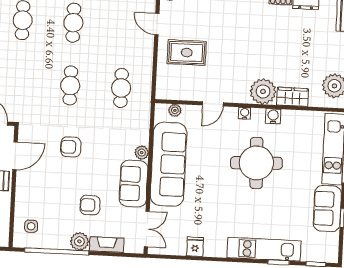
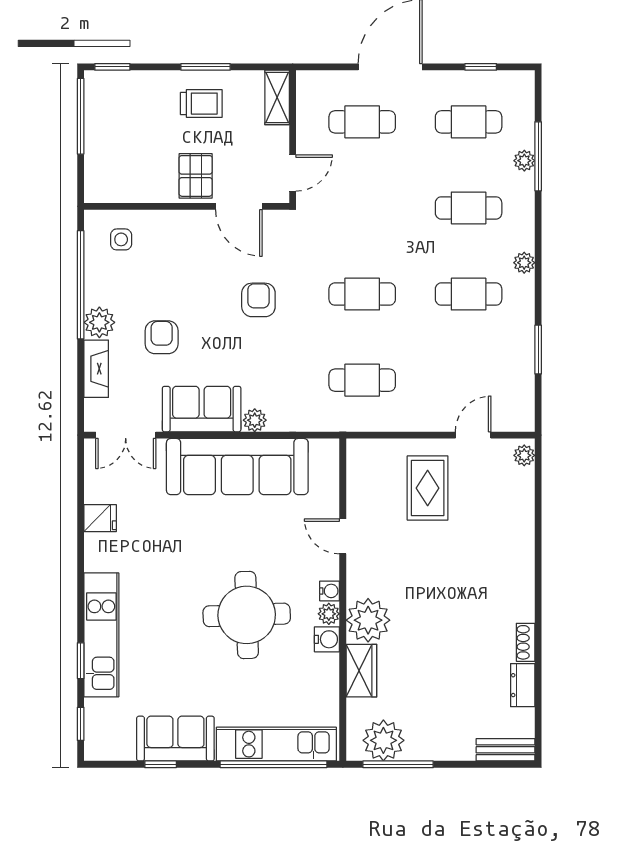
plant: (175, 110) -> (329, 614), moved

